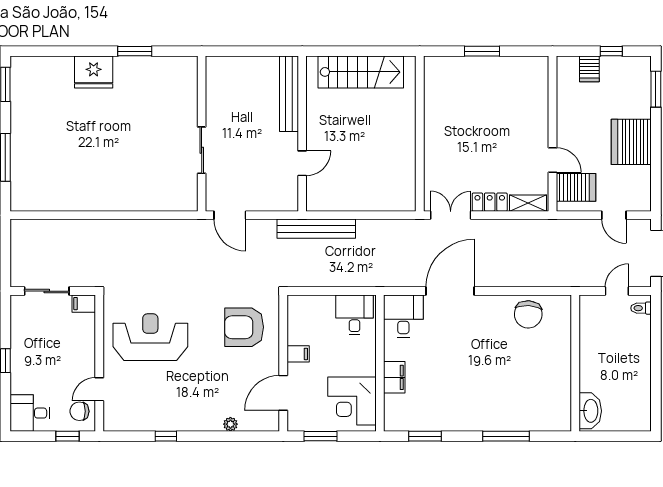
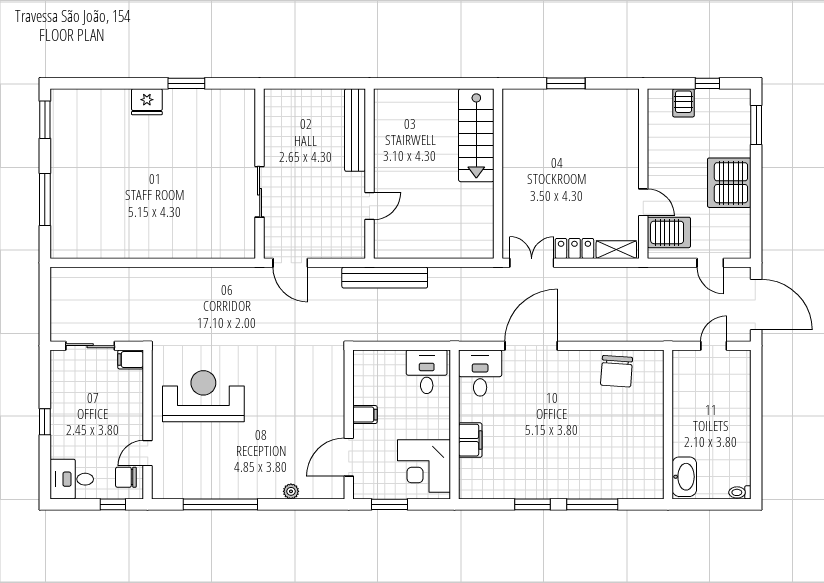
fridge: (94, 72) -> (147, 102), width x0.73, depth x0.75
stairs: (361, 72) -> (476, 135), moved, turned 90
toilet: (641, 308) -> (740, 492), moved
armchair: (244, 327) -> (306, 385), removed
window: (166, 436) -> (220, 504), width x3.17
window: (425, 436) -> (533, 504), moved

